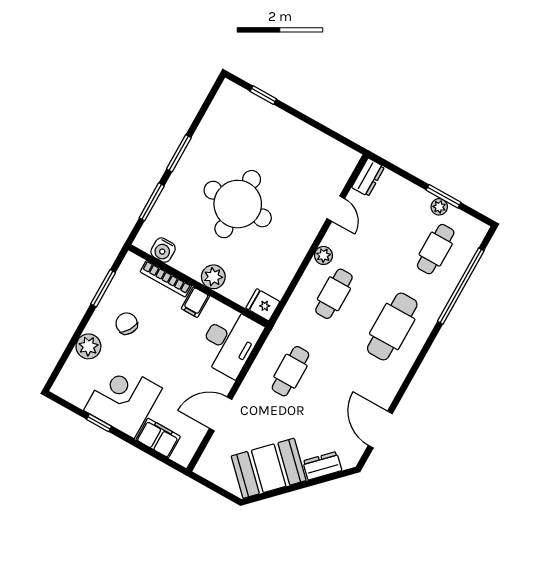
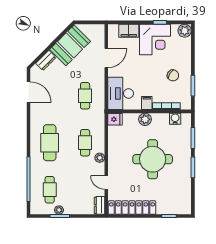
locker: (316, 143) -> (132, 208), added
plant: (88, 346) -> (185, 31), moved

